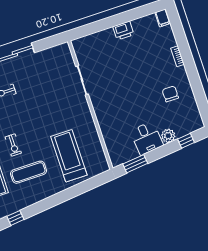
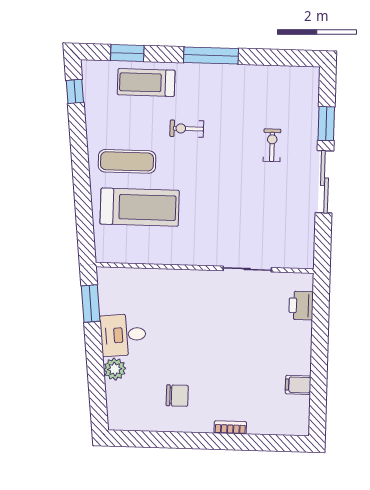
filing cabinet: (163, 18) -> (298, 385), moved
printer: (123, 31) -> (301, 306), moved
window: (186, 141) -> (97, 393), removed
exercise mat: (29, 172) -> (127, 161), moved, turned 90

